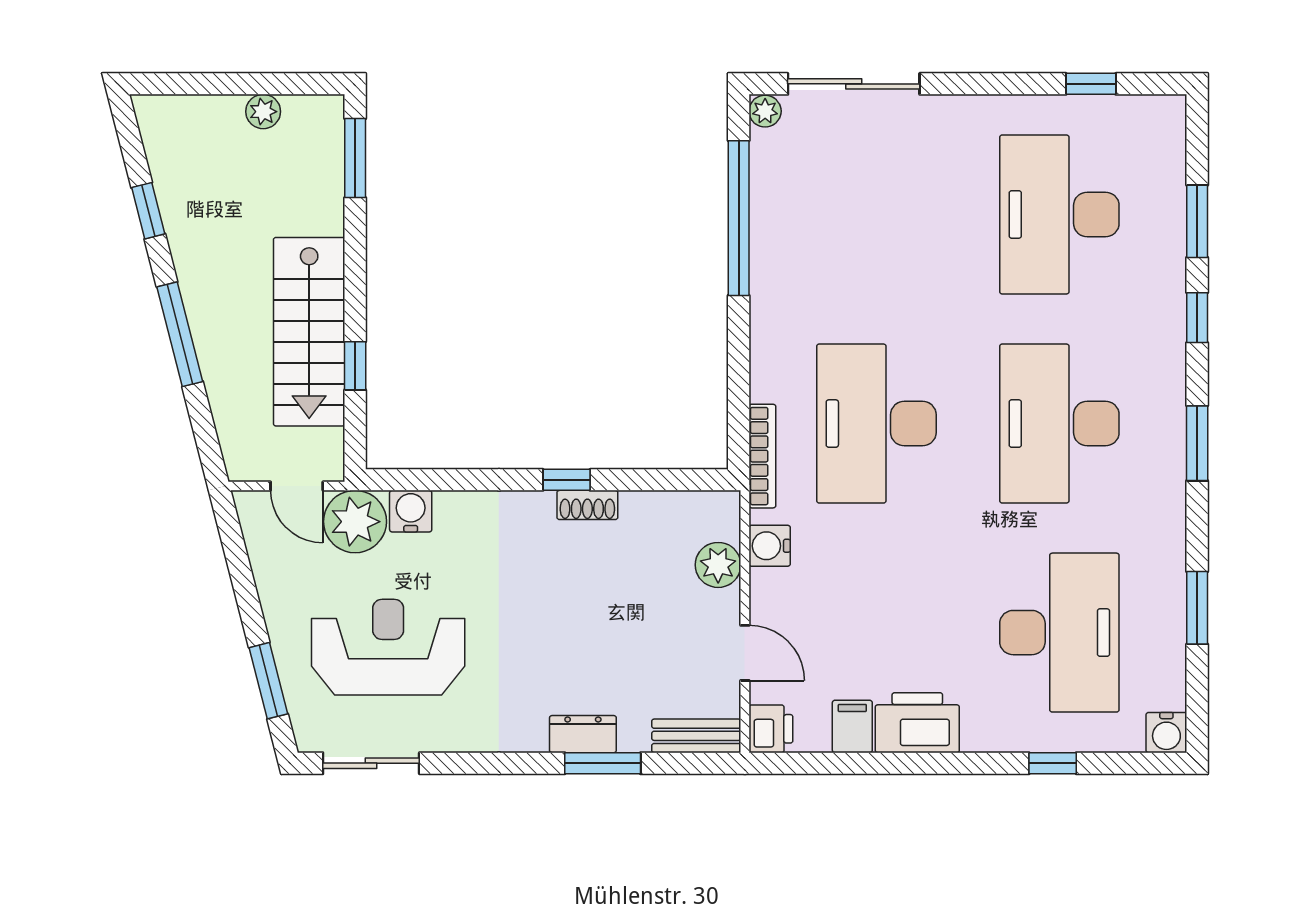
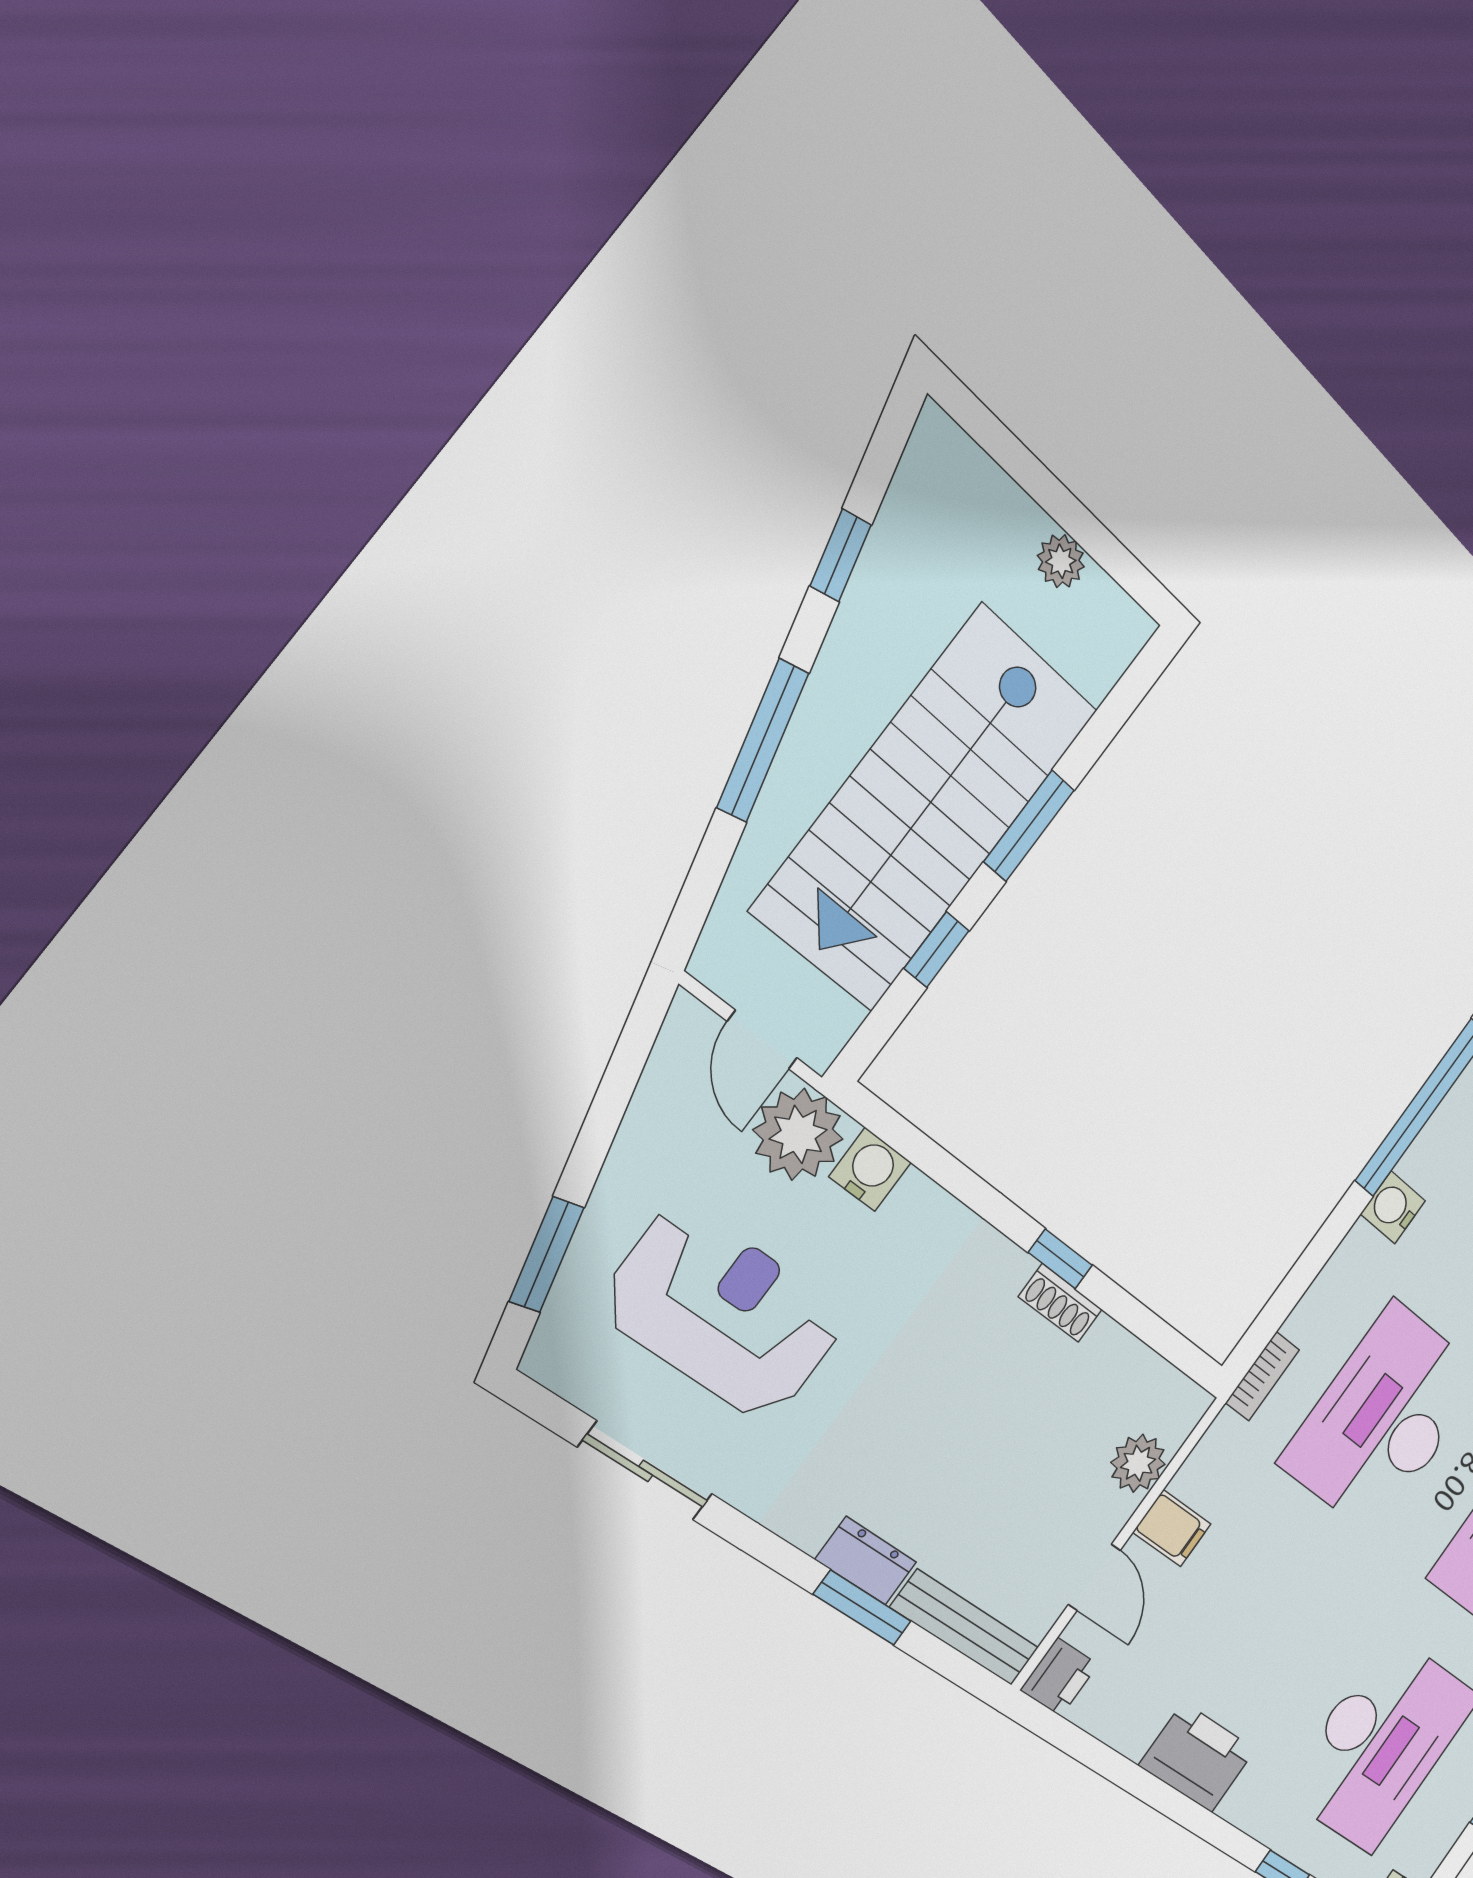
window: (355, 158) -> (1029, 826), moved
stairs: (309, 332) -> (926, 808), width x1.36, depth x1.51
bookcase: (762, 456) -> (1263, 1376), width x0.64
water cooler: (770, 546) -> (1393, 1207), moved
filing cabinet: (852, 726) -> (1172, 1528), moved, turned 90
bench: (696, 736) -> (965, 1628), width x1.36
sliding door: (371, 763) -> (646, 1471), moved

